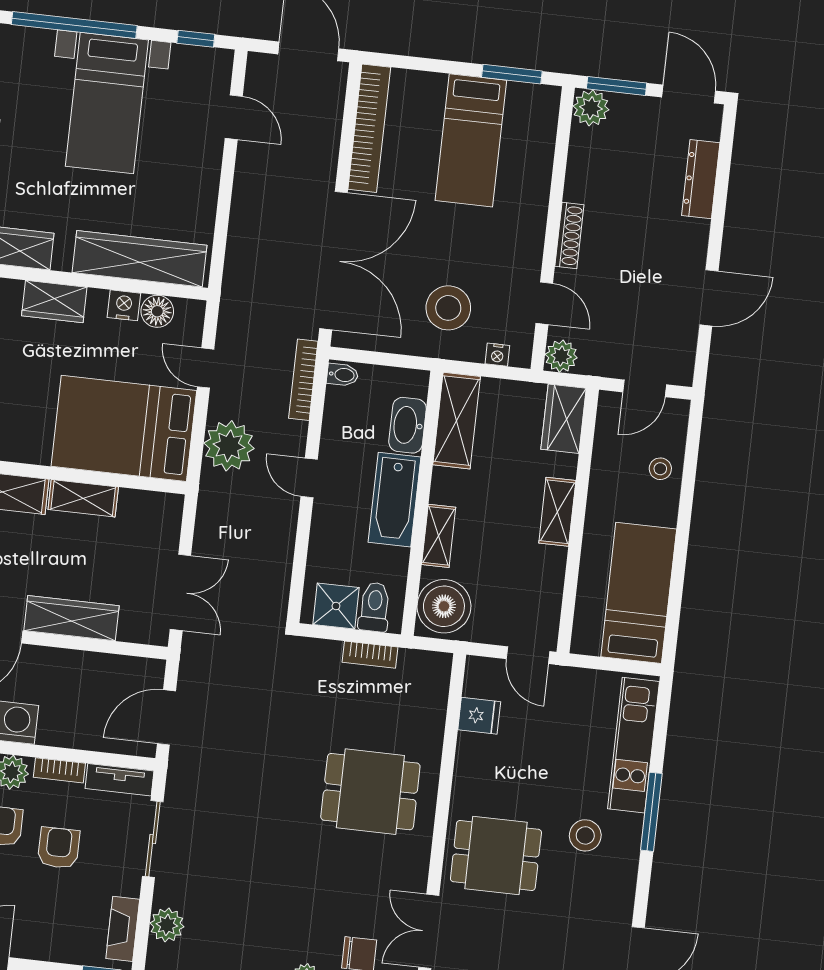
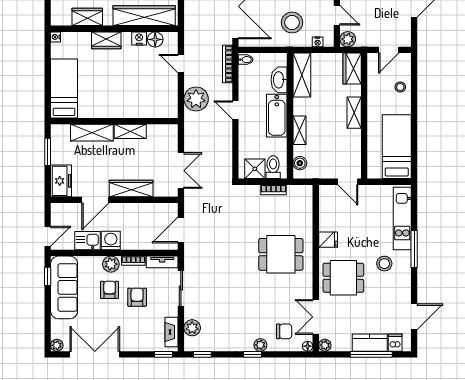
bed: (124, 428) -> (146, 96), removed
boiler: (444, 606) -> (300, 163), width x0.54, depth x0.54
fridge: (479, 716) -> (328, 240), moved

